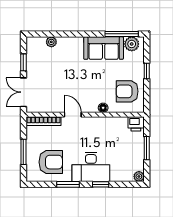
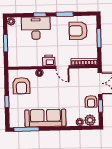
plant: (132, 44) -> (90, 120), moved
sofa: (104, 48) -> (45, 118), width x1.36
armchair: (36, 69) -> (91, 101), added
armchair: (127, 91) -> (21, 86), turned 90
printer: (136, 124) -> (49, 60), moved
desk: (91, 167) -> (36, 28), moved

